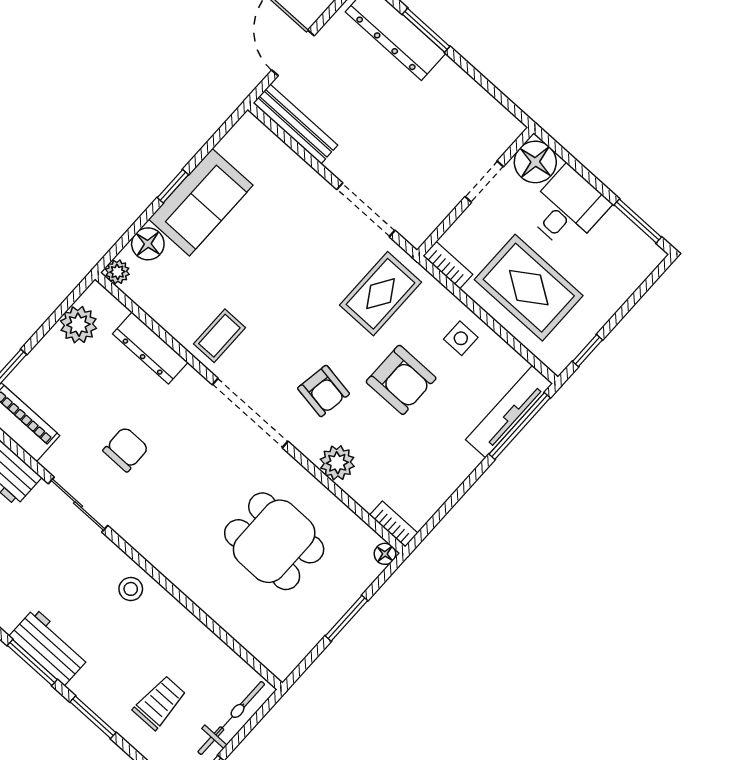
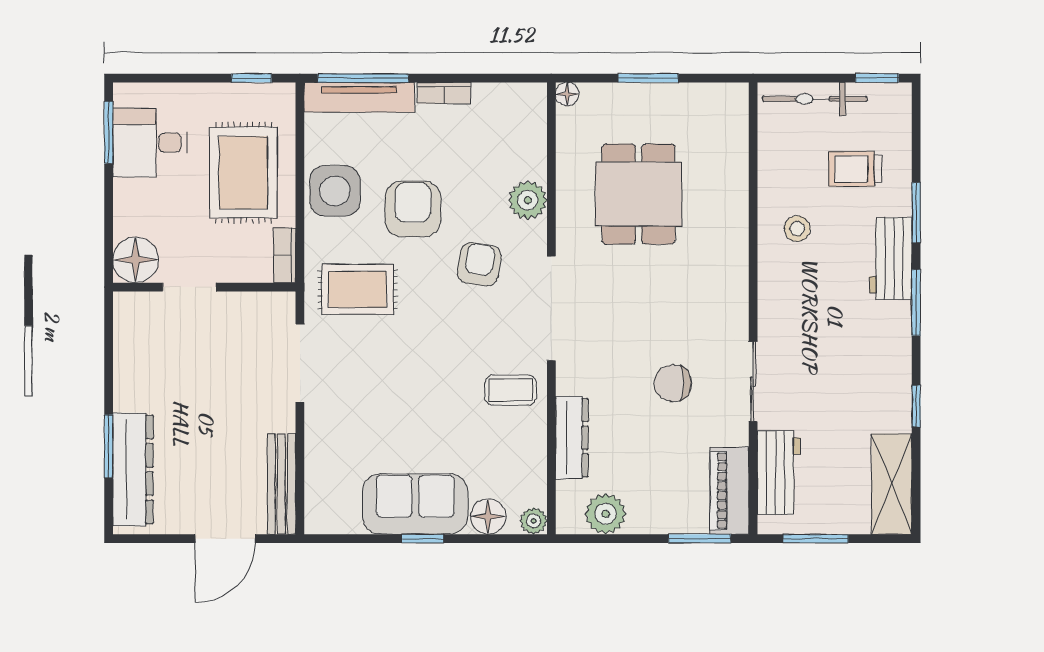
desk: (567, 208) -> (150, 143), moved
side table: (461, 338) -> (335, 191), width x1.87, depth x1.87
bookcase: (394, 524) -> (444, 93), moved, turned -90
stool: (131, 589) -> (797, 229), moved
workbench: (49, 647) -> (891, 258), moved

